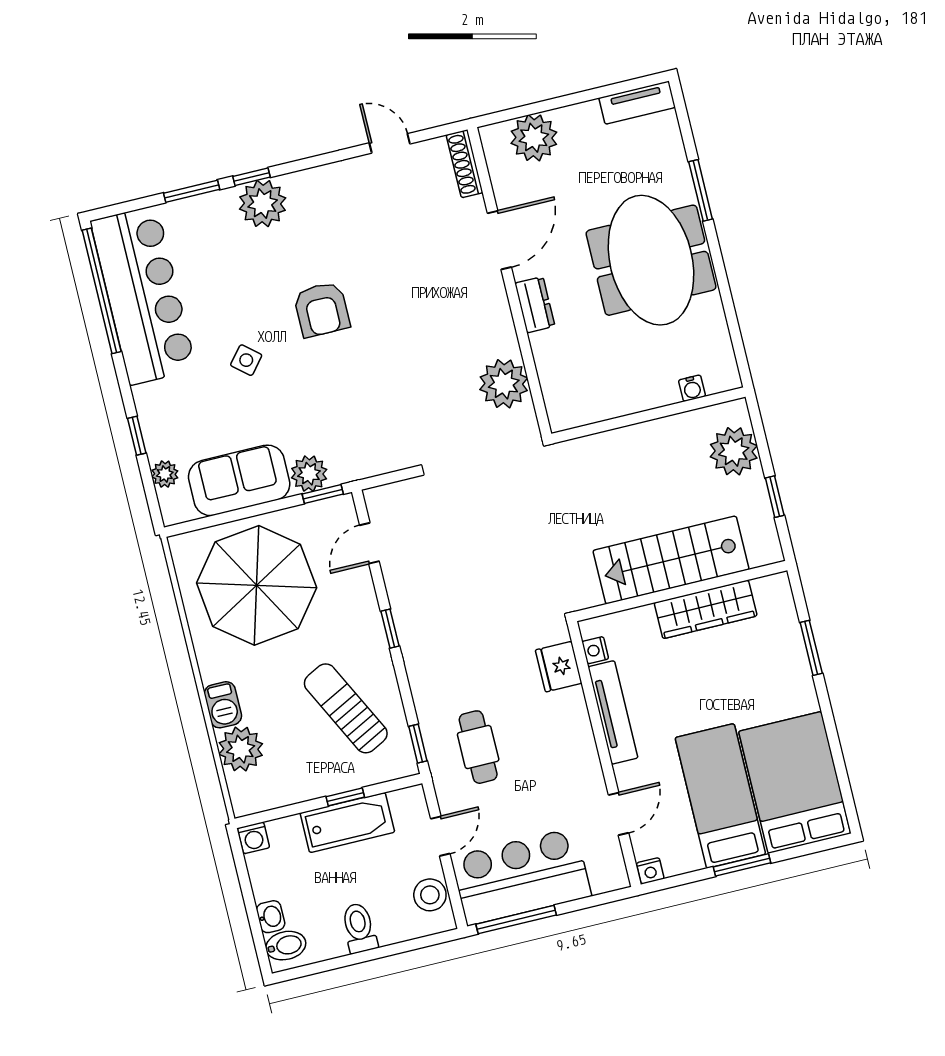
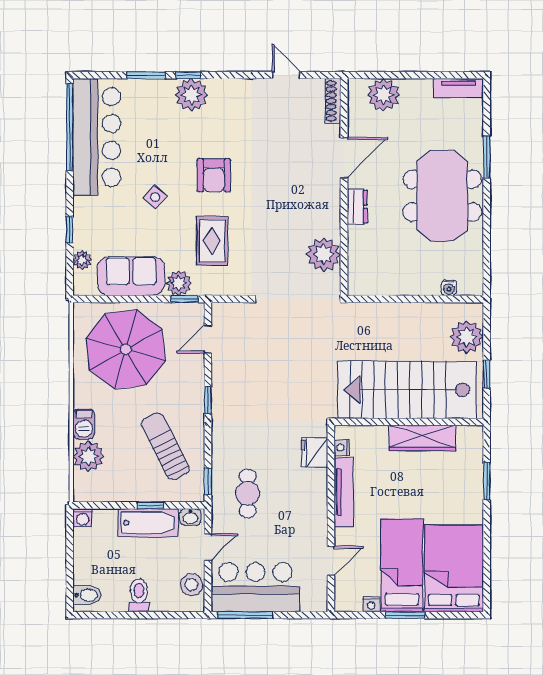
rug: (342, 403) -> (212, 241), added
stairs: (671, 560) -> (407, 390), width x1.36, depth x1.51
nightstand: (650, 871) -> (371, 604), moved
washbasin: (271, 917) -> (190, 517), moved, turned 90

